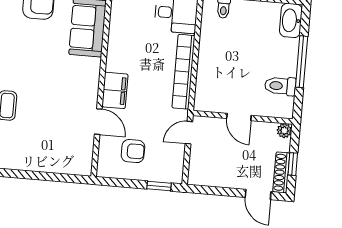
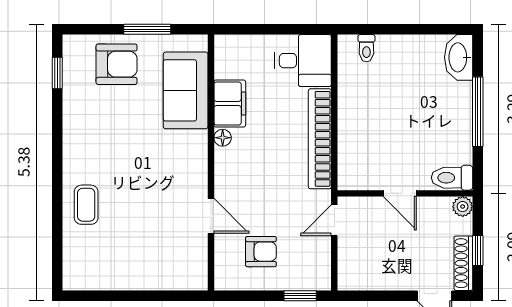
floor lamp: (112, 65) -> (223, 138), added
toilet: (280, 86) -> (452, 178), moved
filing cabinet: (115, 90) -> (230, 104), moved

